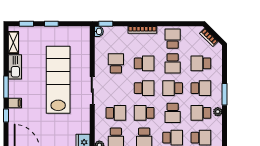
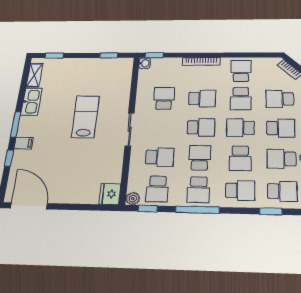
window: (51, 24) -> (109, 55), moved
lab bench: (58, 80) -> (85, 117), width x0.54, depth x0.72
school desk: (144, 113) -> (200, 158), turned 90

